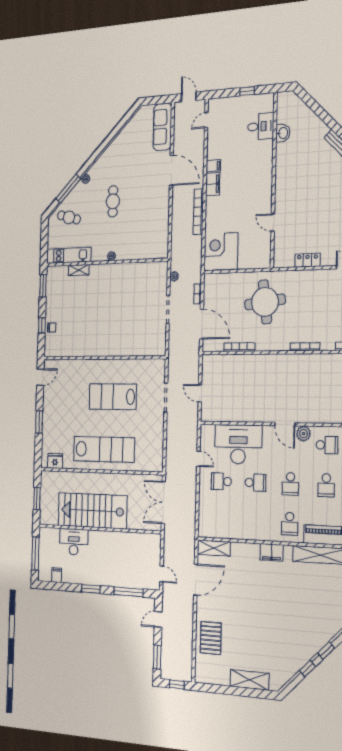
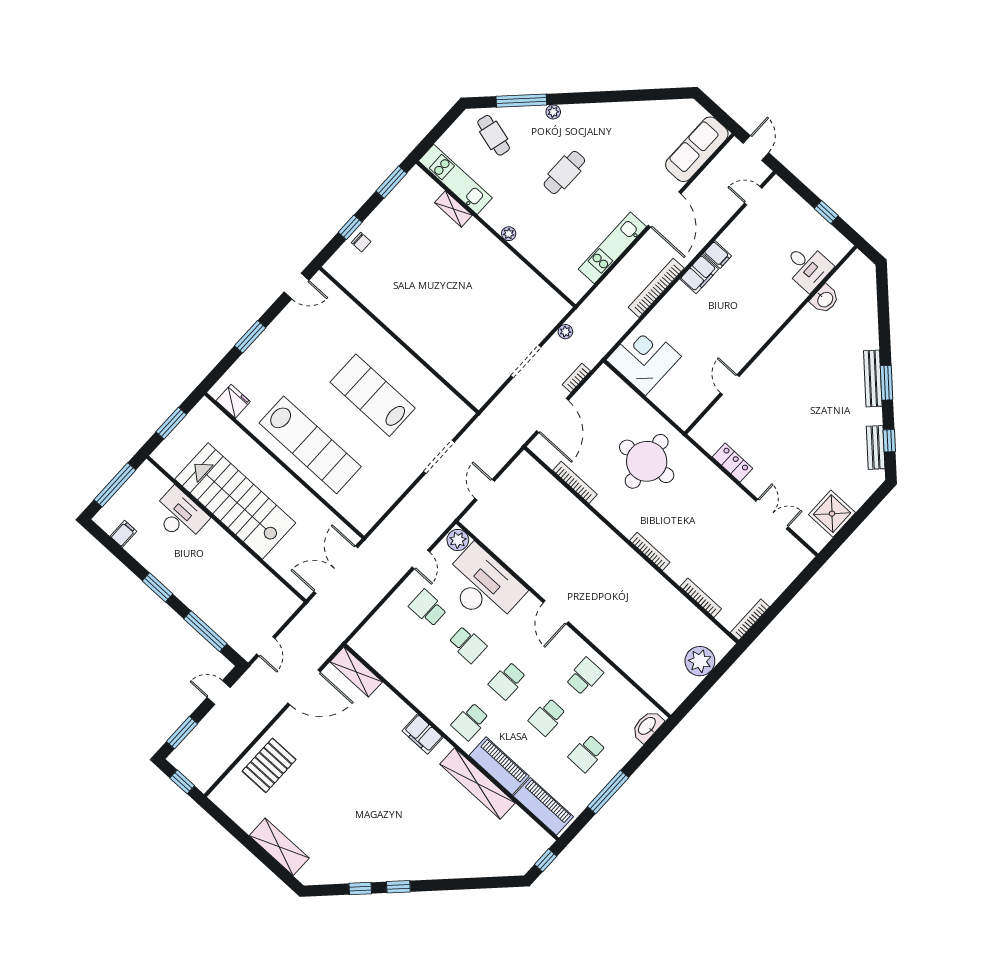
kitchen unit: (163, 214) -> (612, 248), added
plant: (303, 434) -> (458, 540), moved
school desk: (327, 445) -> (584, 676), turned -90

